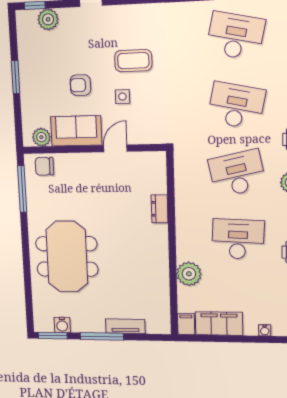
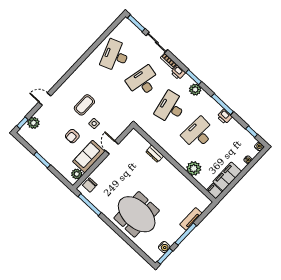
desk: (235, 36) -> (115, 56), turned -33

